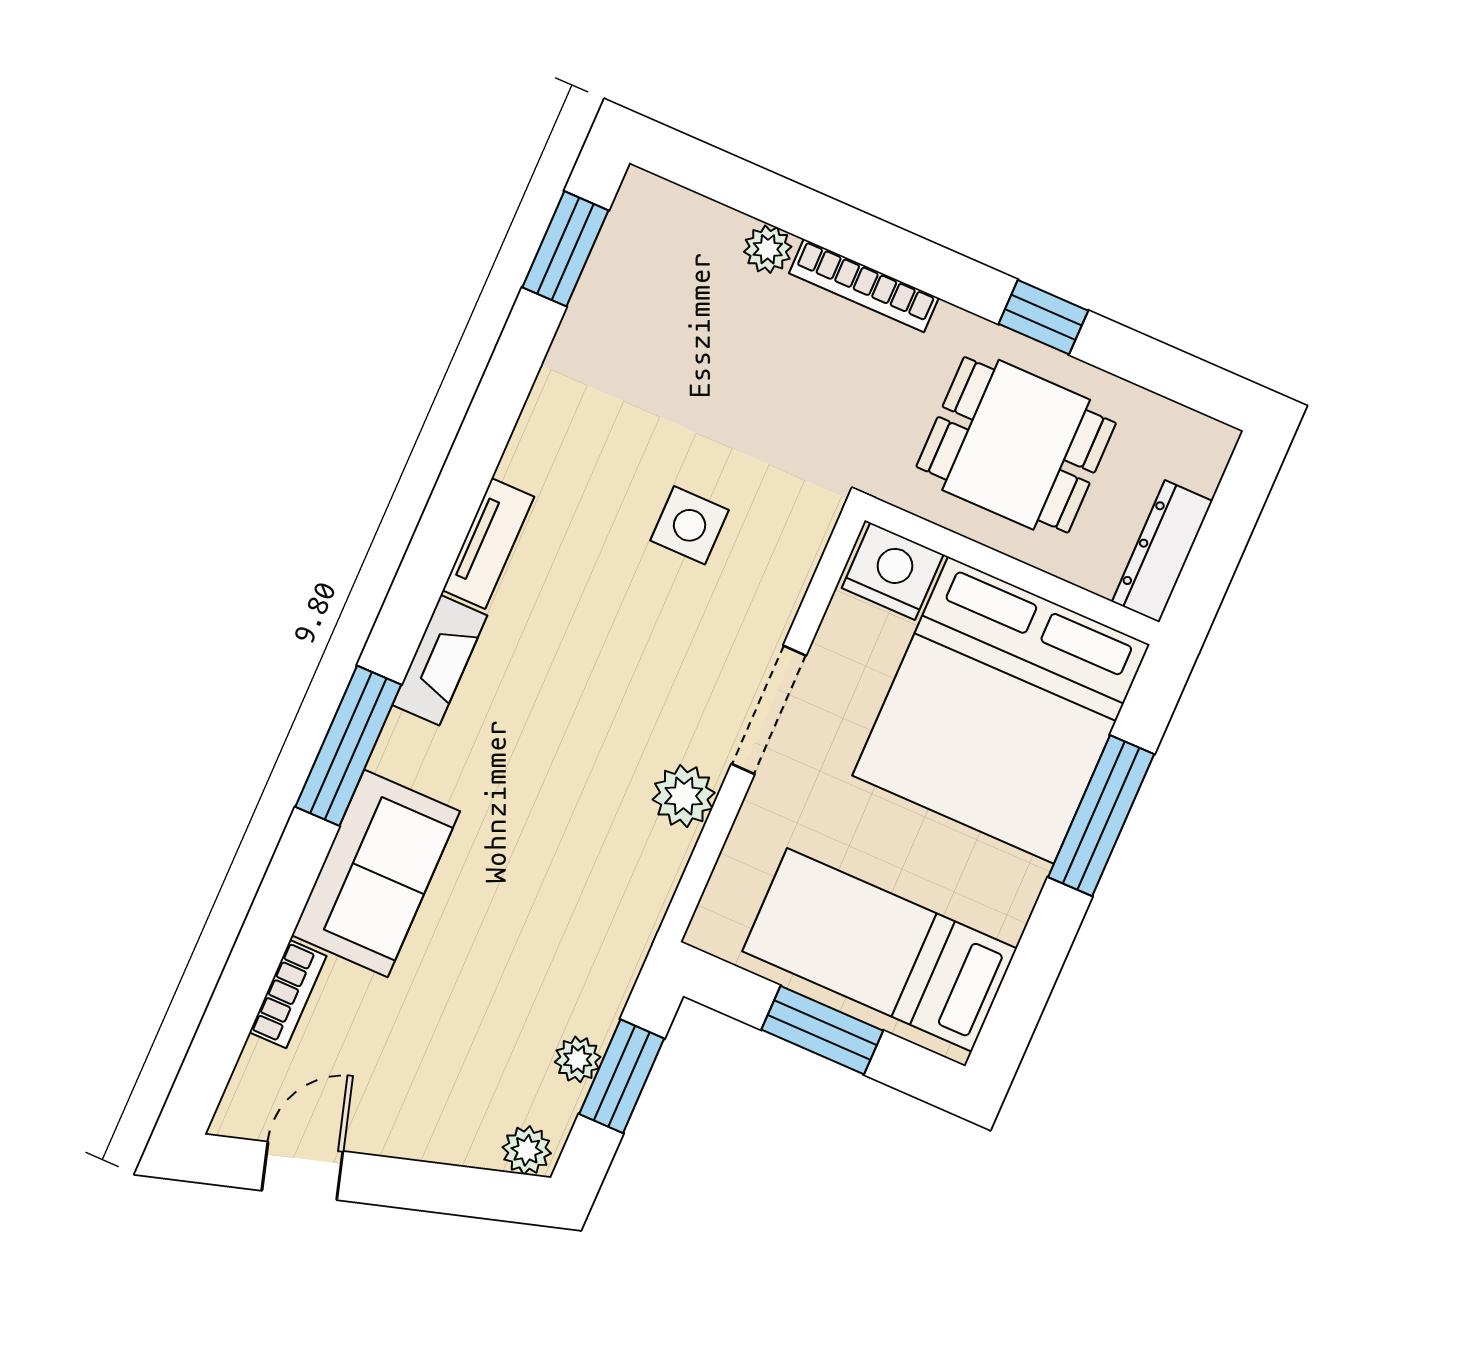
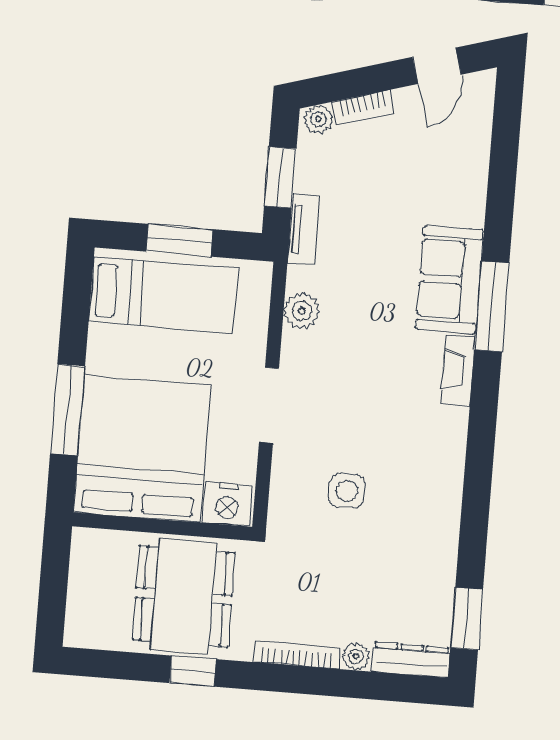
dining table: (1016, 445) -> (184, 596), width x1.38
tv unit: (488, 543) -> (304, 230), moved, turned 180
dresser: (1162, 551) -> (411, 660), moved, turned -90
plant: (684, 796) -> (302, 311), moved
sofa: (376, 873) -> (450, 280), moved
bookcase: (288, 994) -> (363, 107), moved, turned -106
plant: (578, 1059) -> (308, 178), removed

